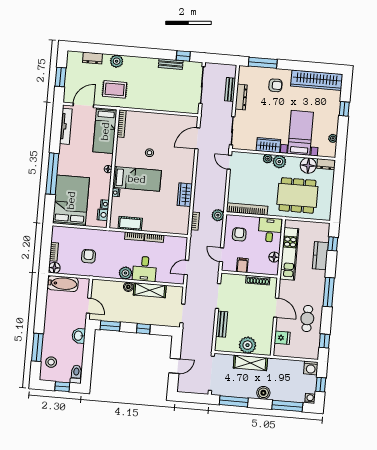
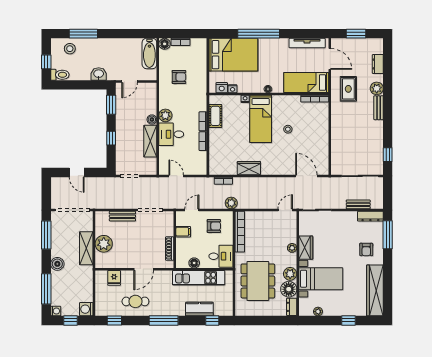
bench: (171, 64) -> (379, 108), moved
dresser: (241, 97) -> (370, 216), moved
plant: (279, 162) -> (290, 274), moved

